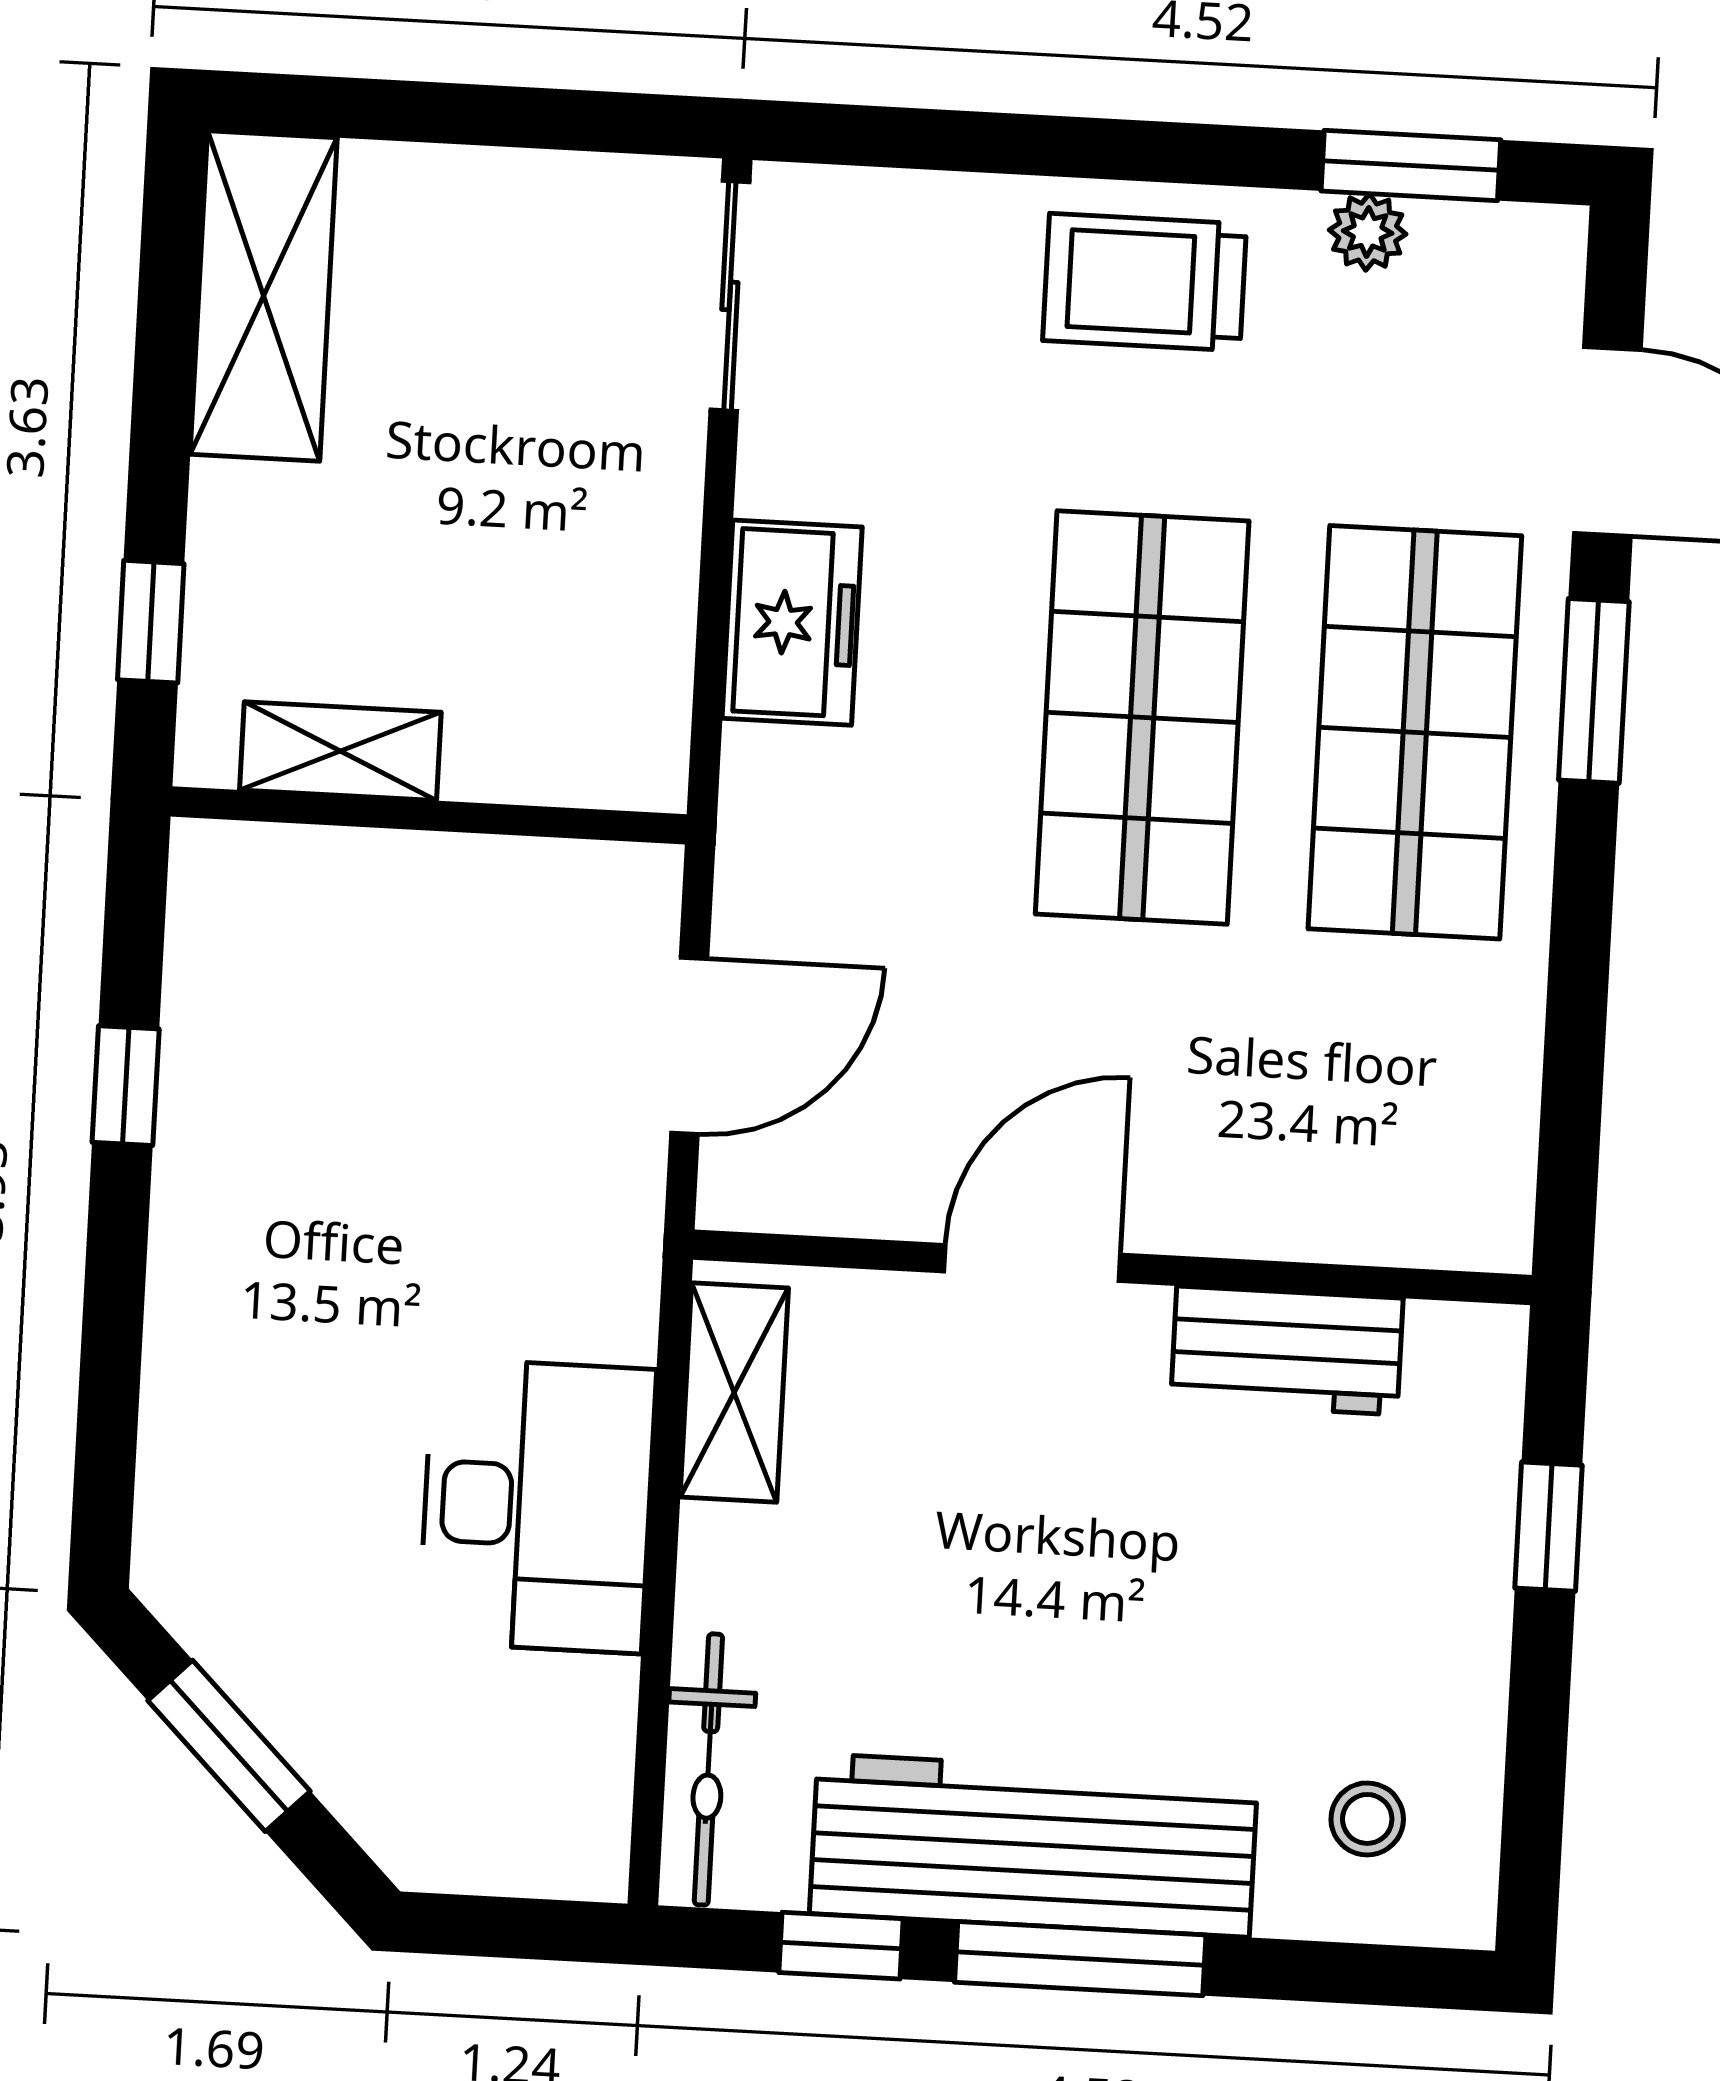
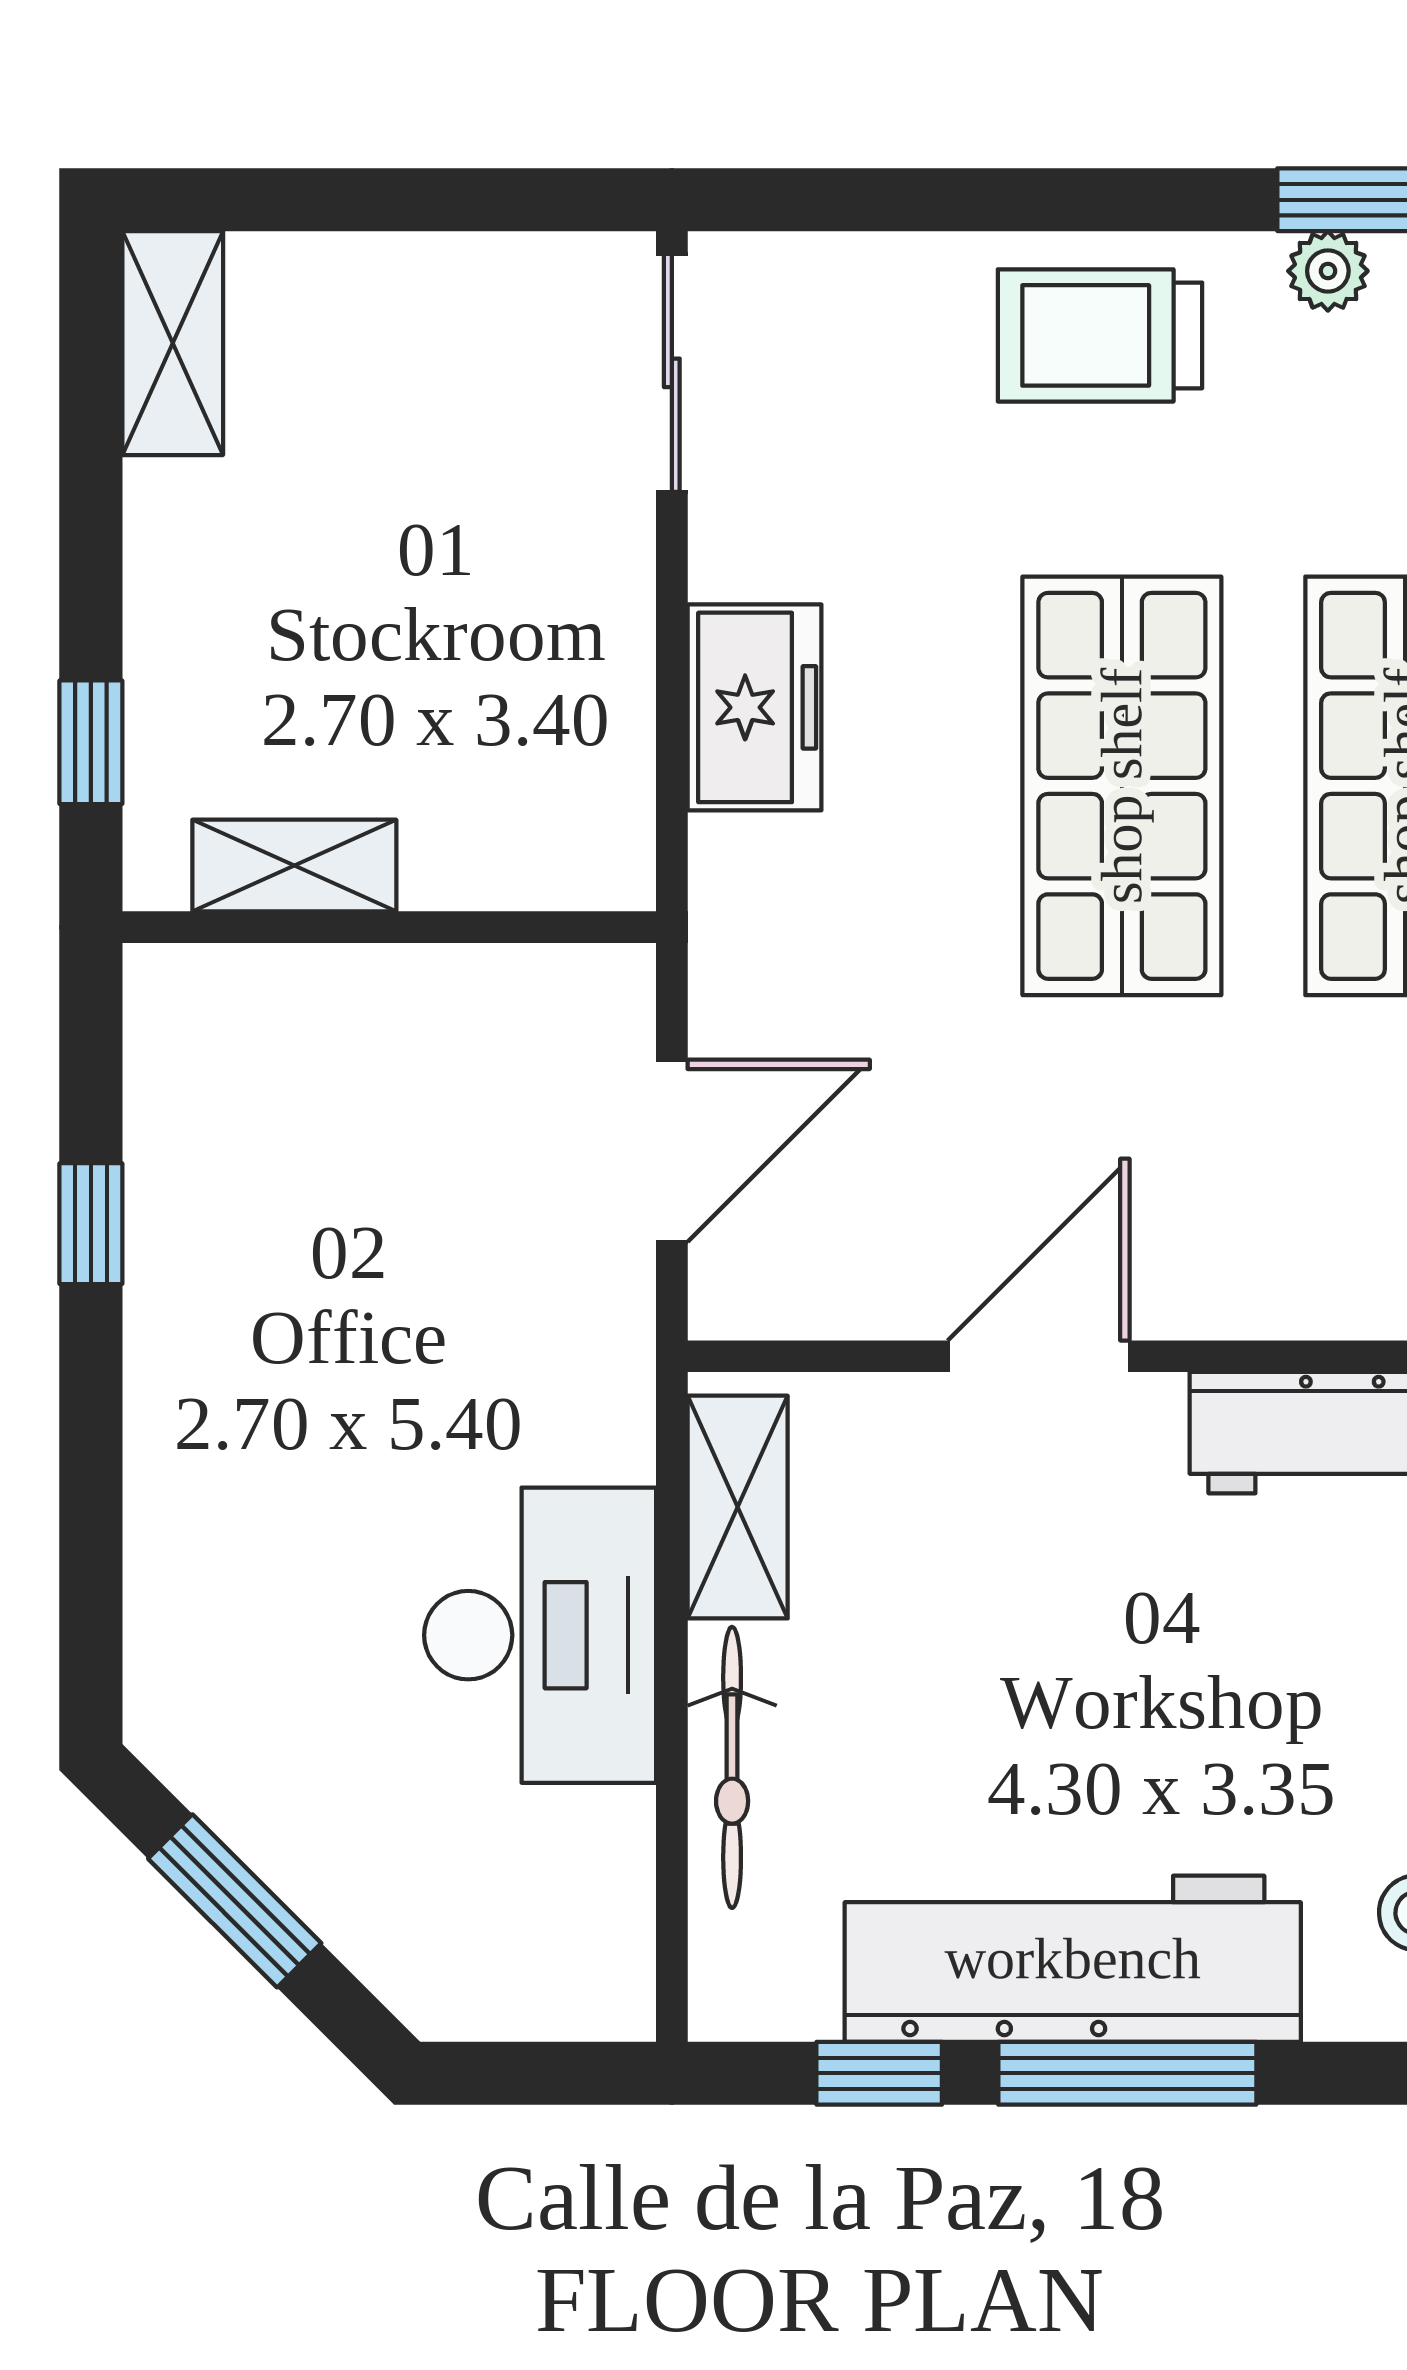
shelving: (264, 296) -> (173, 343), width x0.67, depth x0.75
bicycle: (708, 1769) -> (732, 1767), moved

